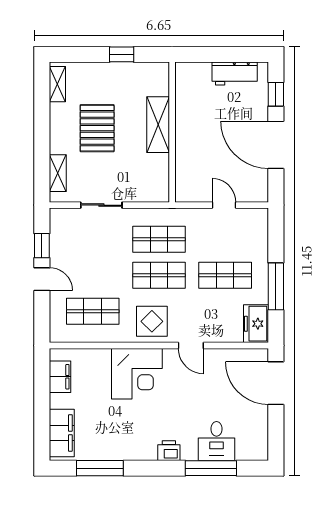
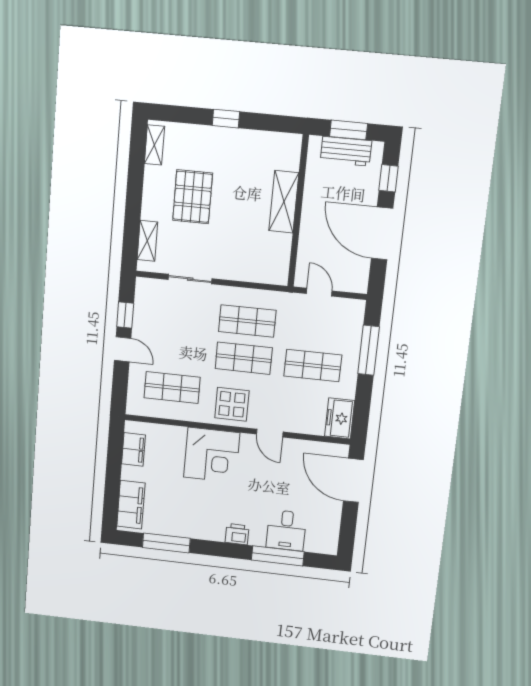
window: (235, 54) -> (349, 130), added
shelving: (158, 125) -> (284, 202), moved
wall: (172, 132) -> (298, 211), moved
window: (276, 286) -> (369, 350), moved

